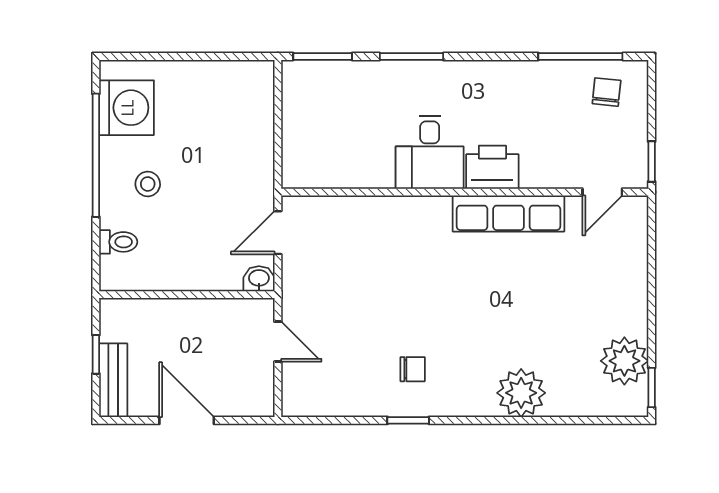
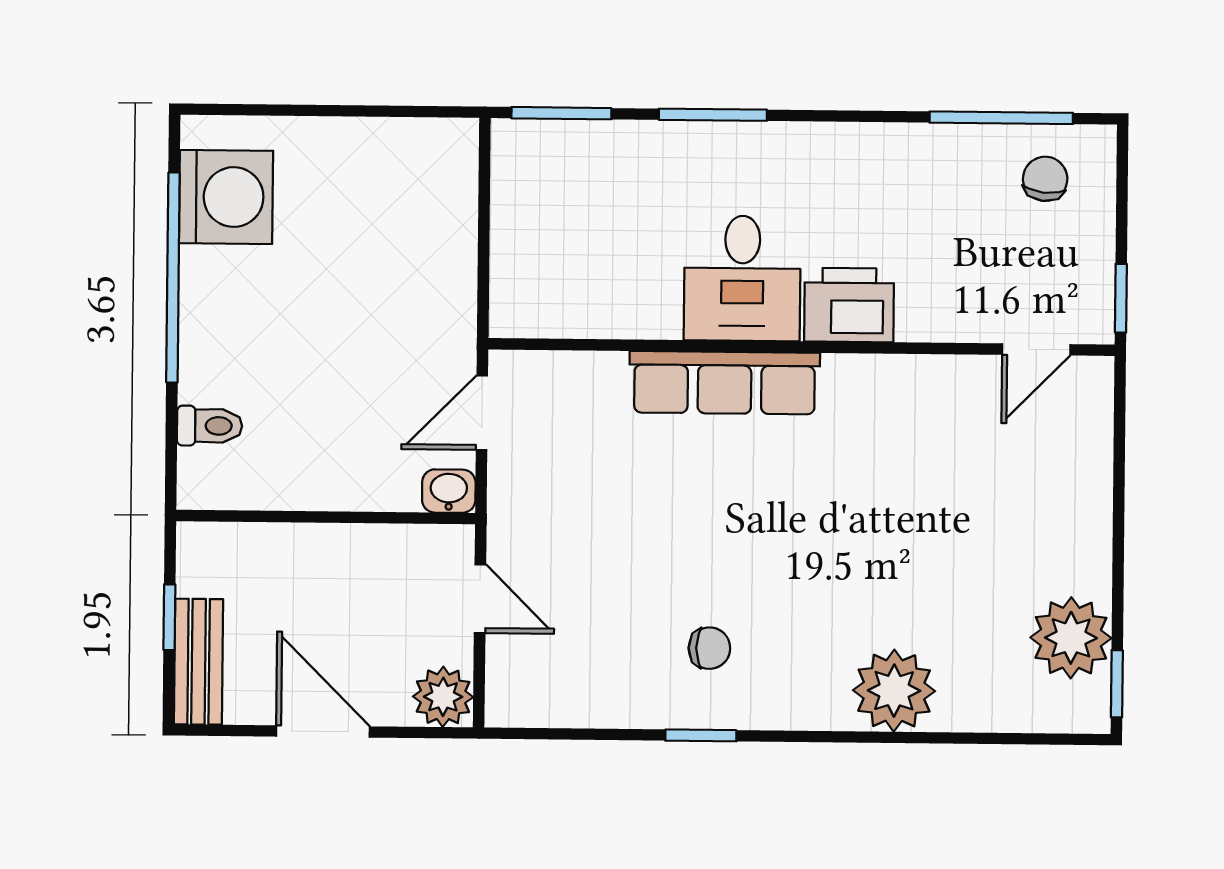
stool: (148, 184) -> (261, 328), removed
row of seats: (508, 213) -> (725, 383), moved
plant: (257, 399) -> (443, 697), added

